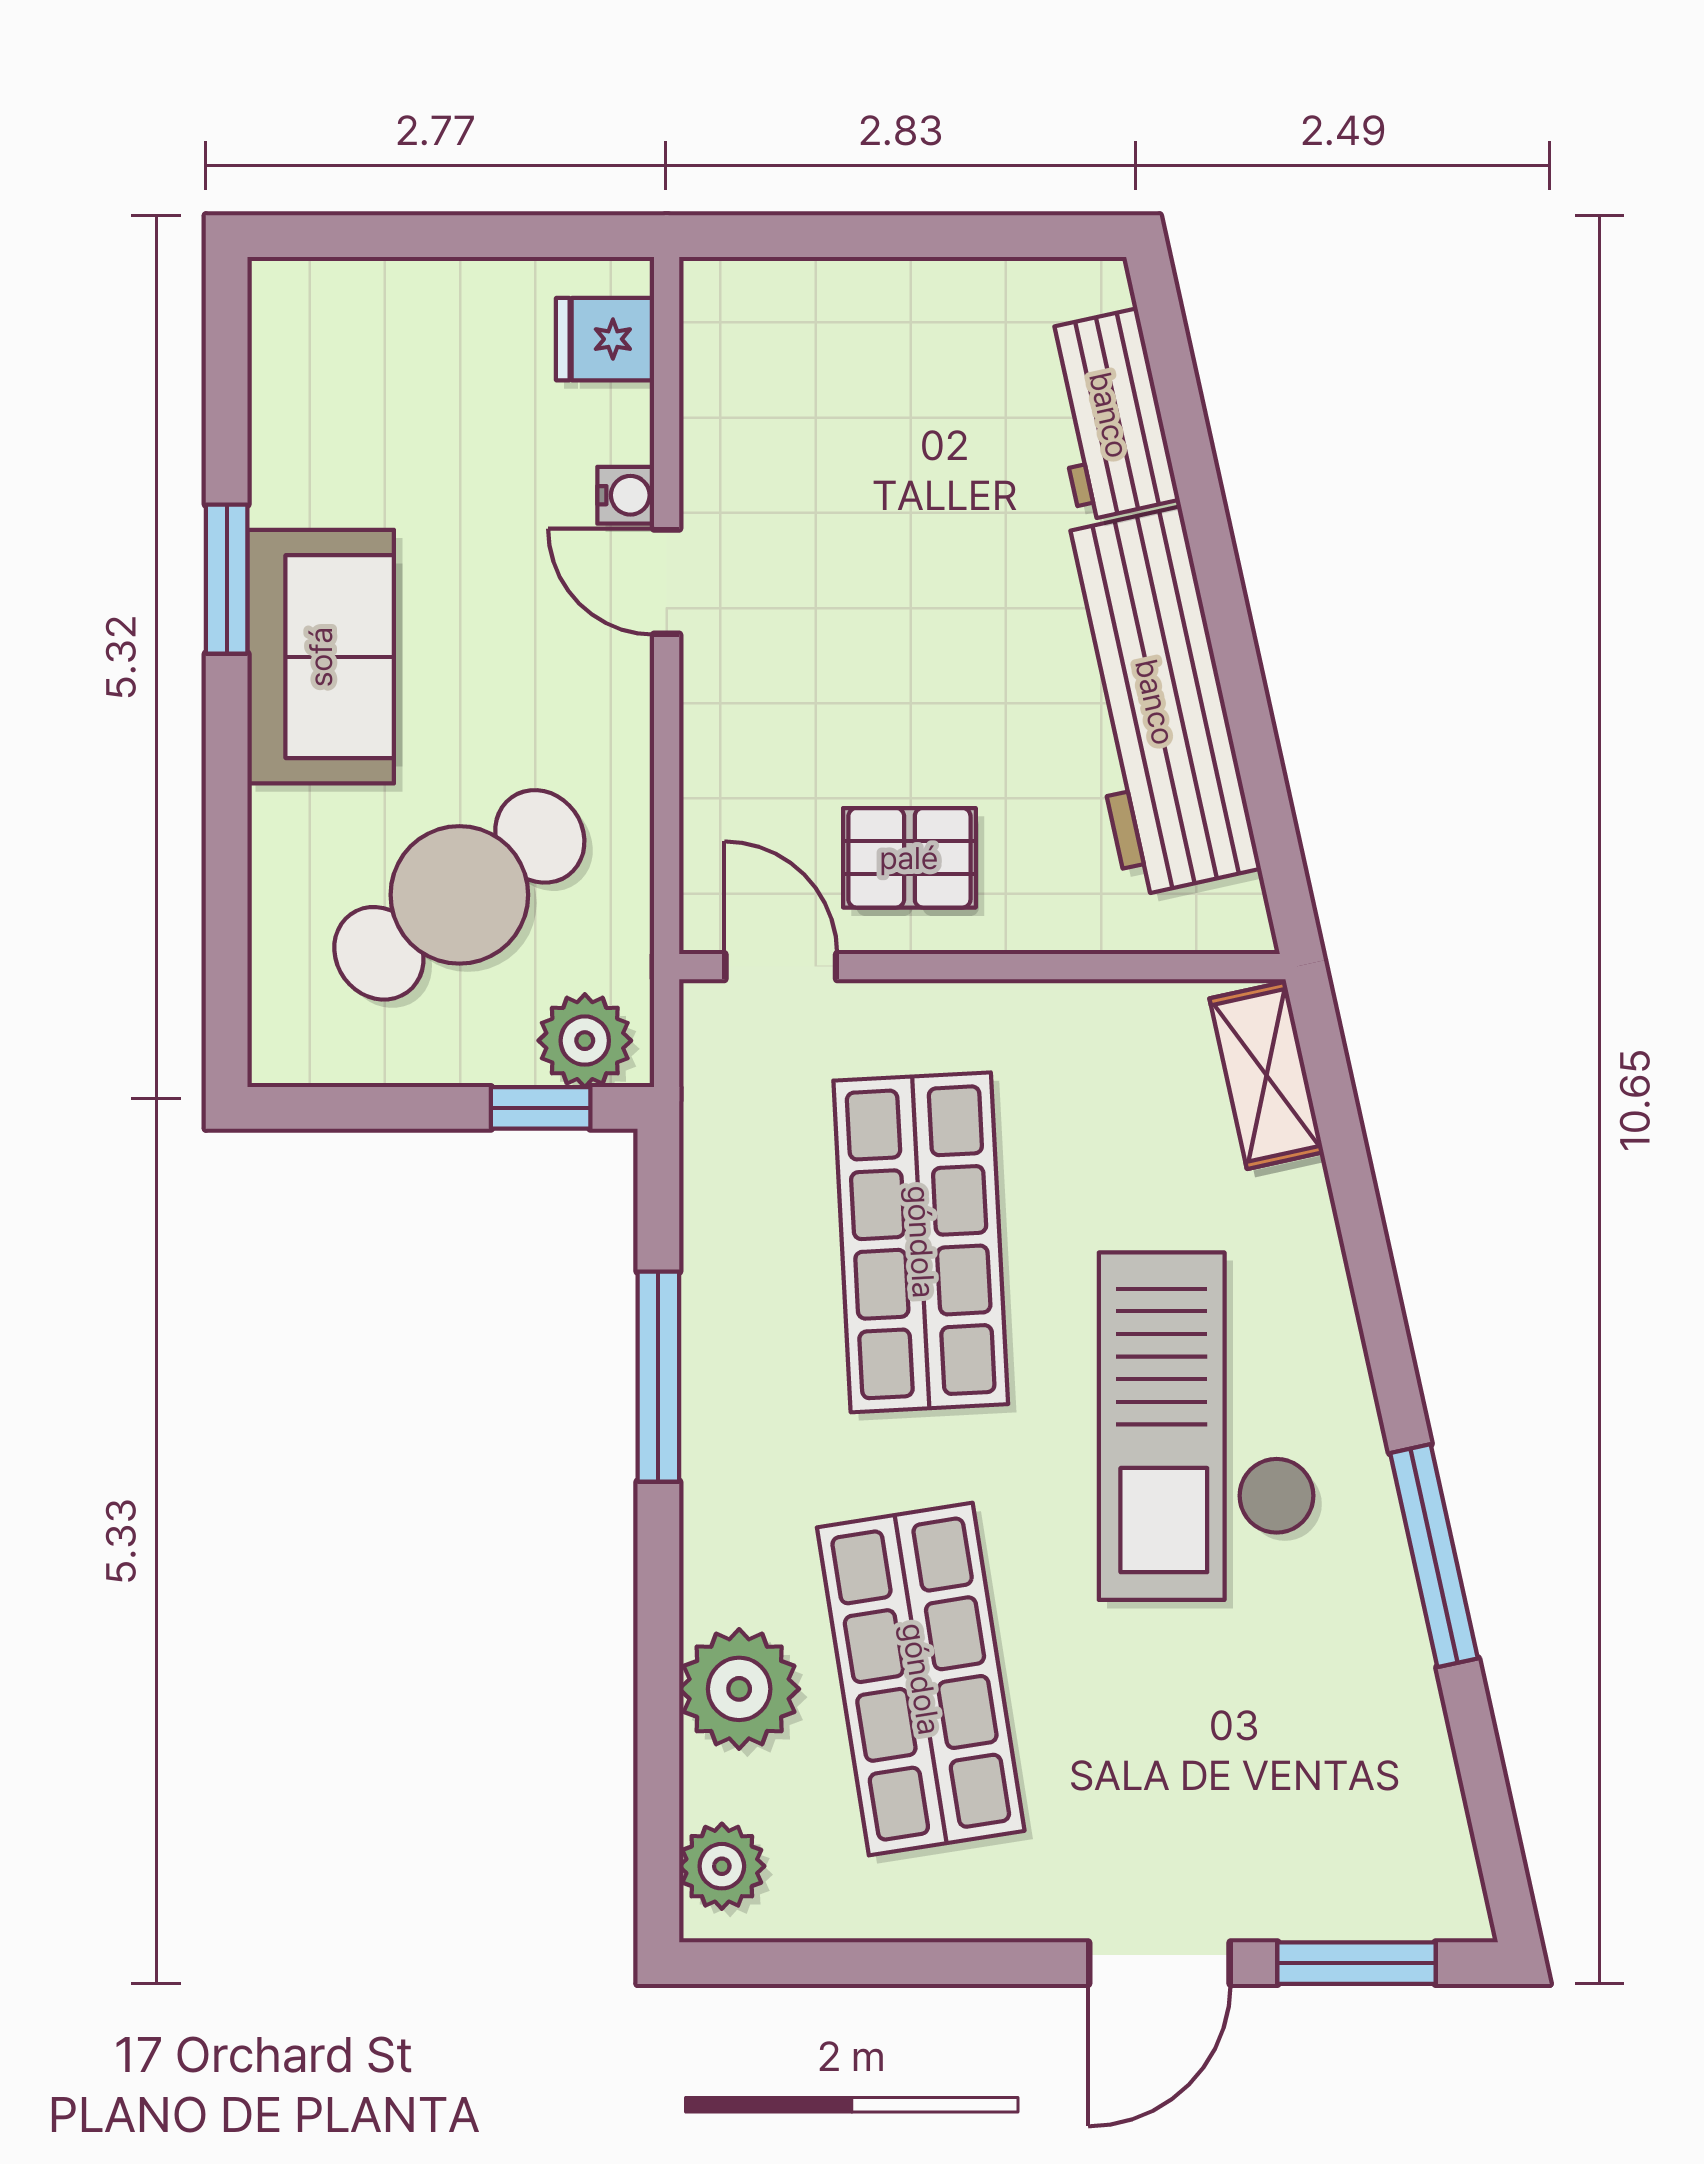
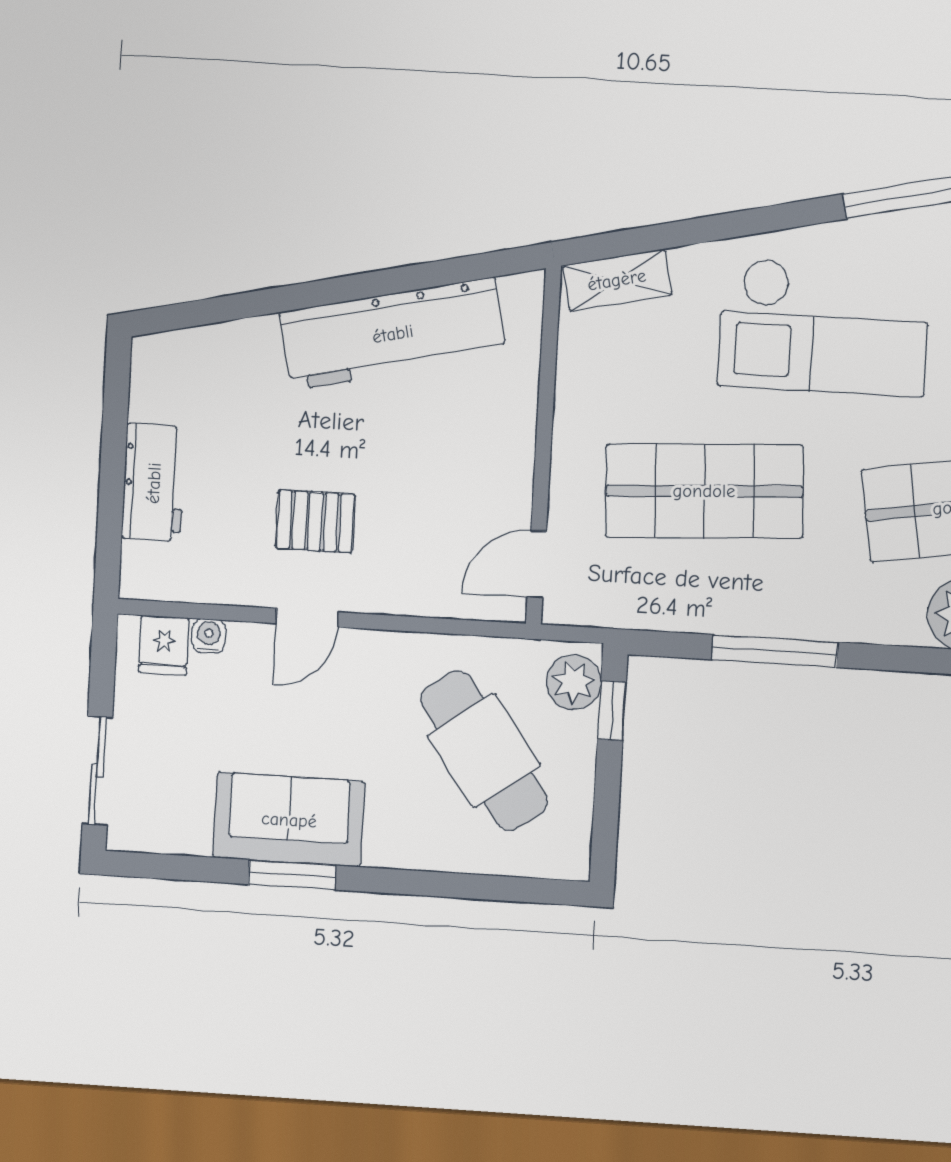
sliding door: (384, 236) -> (97, 771), added
workbench: (1109, 415) -> (154, 483), moved, turned -78
water cooler: (626, 495) -> (209, 636), moved
sofa: (321, 657) -> (289, 820), moved
pallet: (909, 858) -> (315, 521), moved, turned 90

